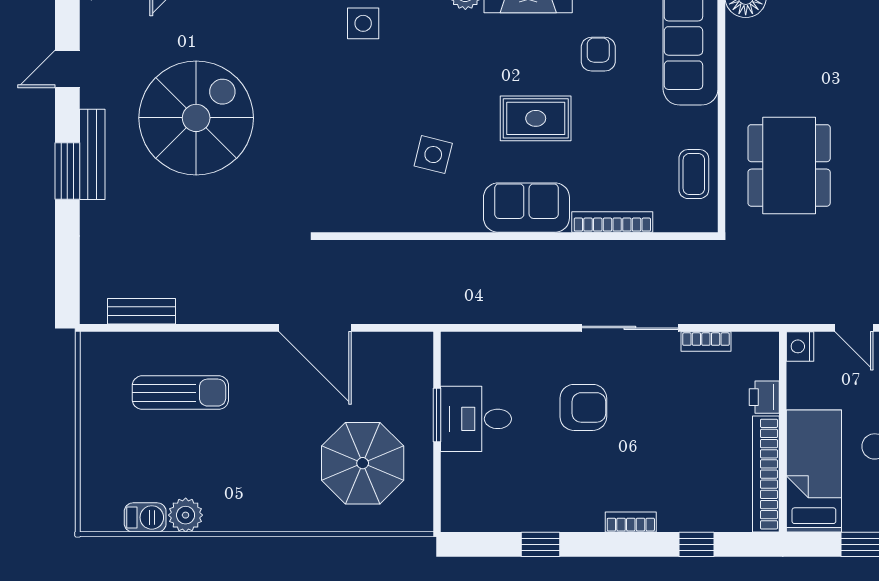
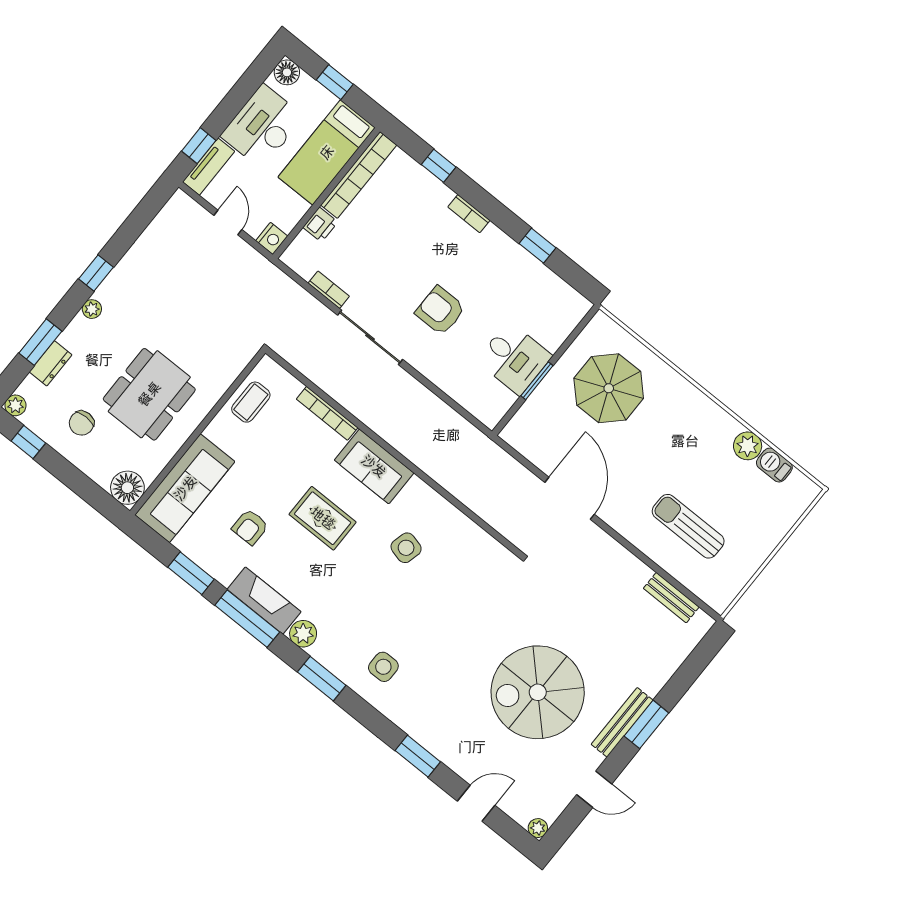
chair: (839, 23) -> (82, 423), added
dining table: (789, 165) -> (149, 394), moved

